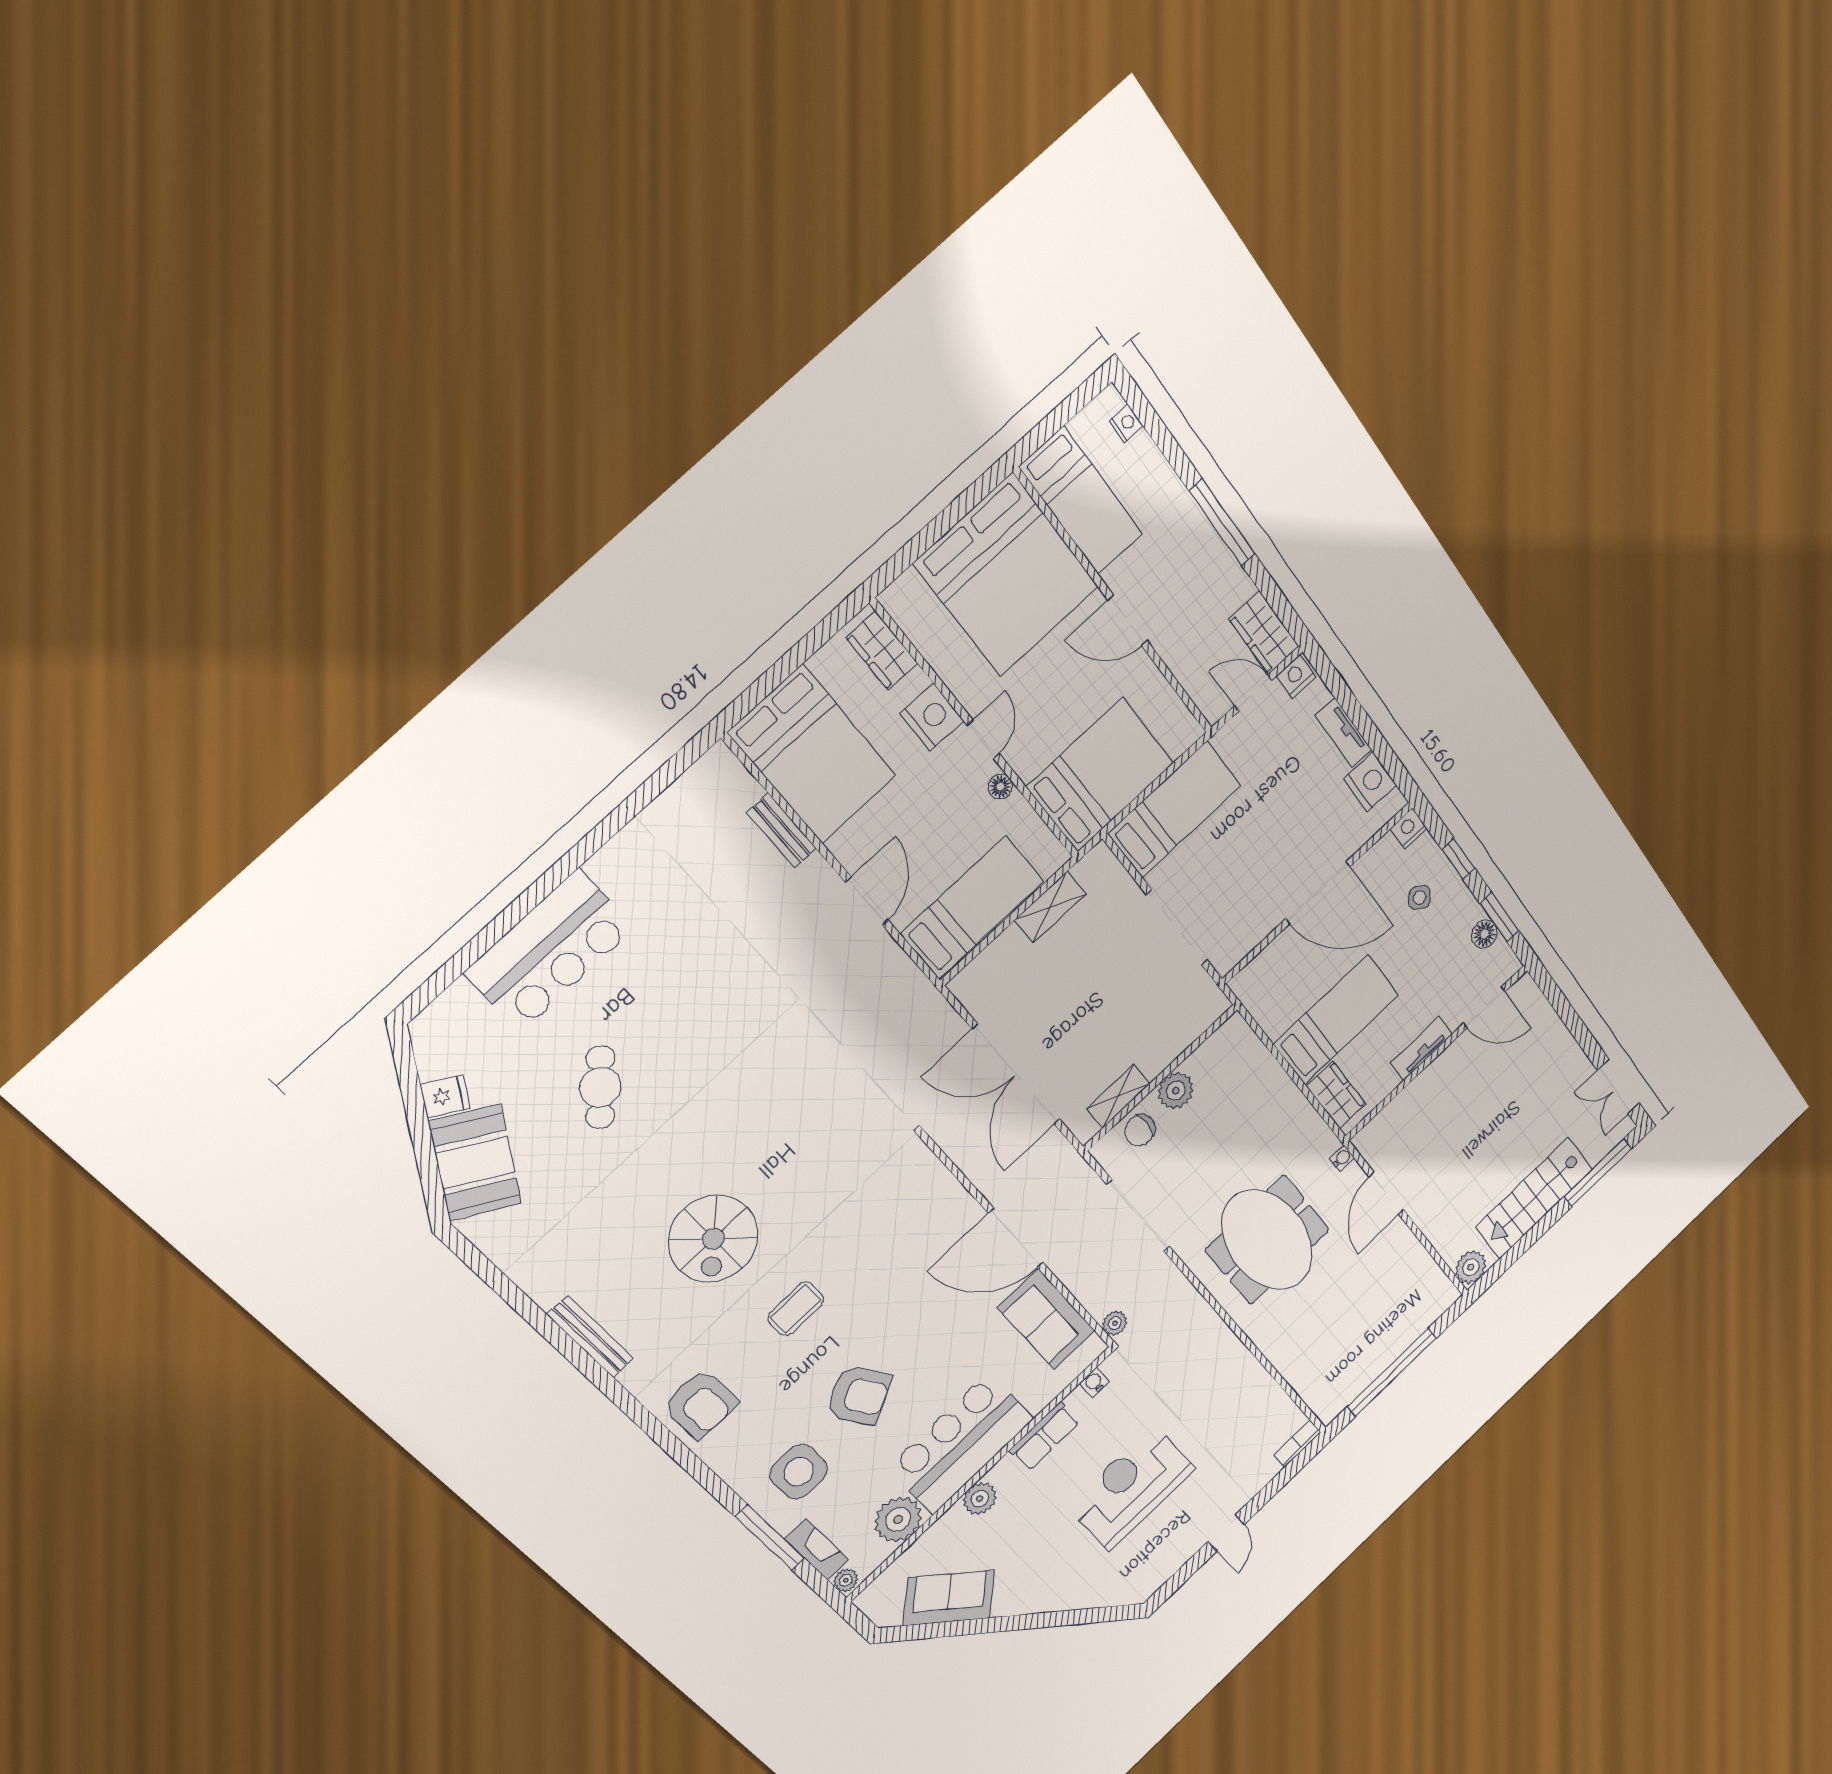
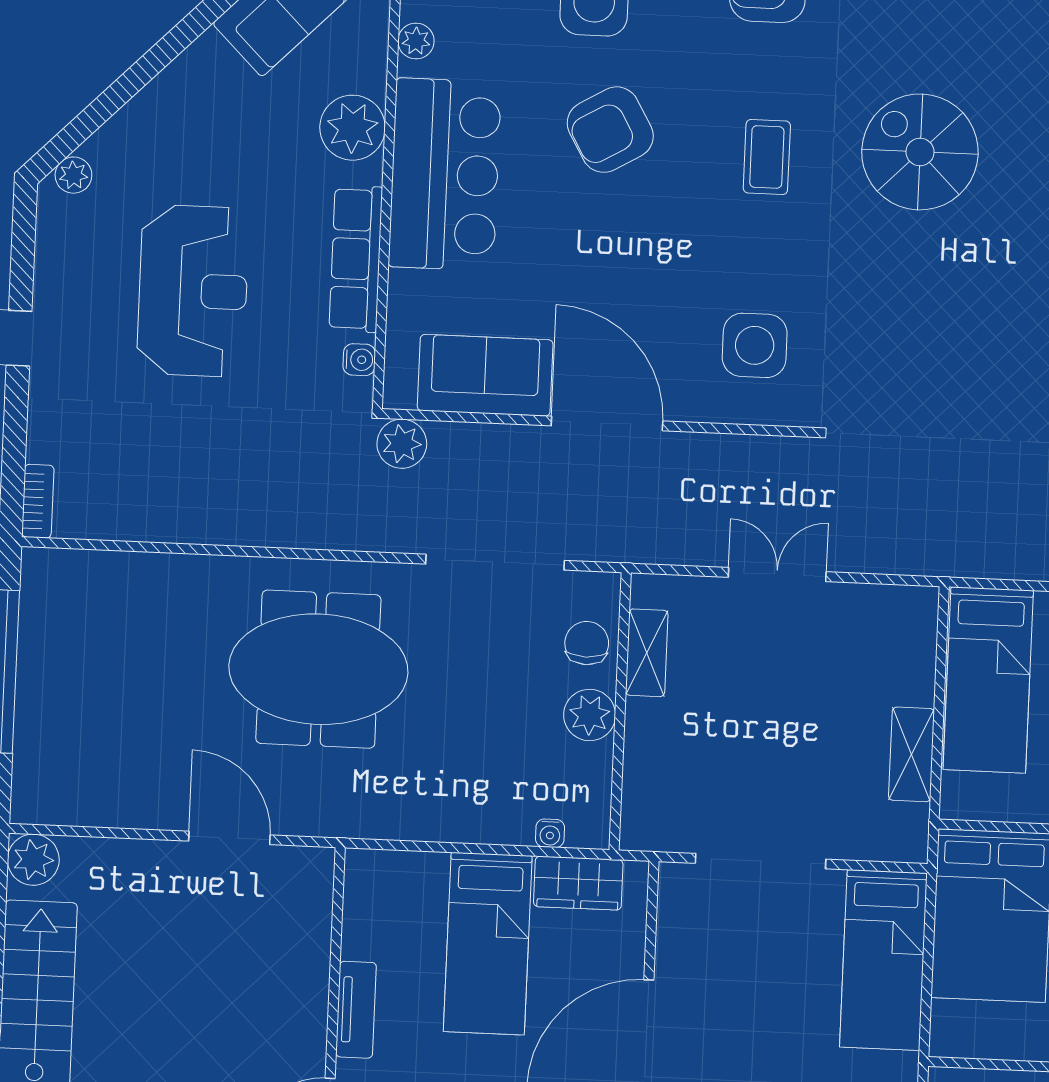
double door: (1016, 1074) -> (777, 575), width x0.54
wardrobe: (1336, 1095) -> (578, 883), moved
water cooler: (1342, 1158) -> (550, 833), moved
side table: (904, 1211) -> (755, 345), added
door: (1016, 1238) -> (607, 423), hinge flipped
plant: (1115, 1323) -> (402, 444), width x1.38, depth x1.38
row of seats: (1045, 1436) -> (356, 259), width x1.48
plant: (980, 1499) -> (353, 128), width x1.36, depth x1.36
plant: (898, 1519) -> (416, 41), width x0.53, depth x0.53
plant: (1125, 1594) -> (73, 175), added

